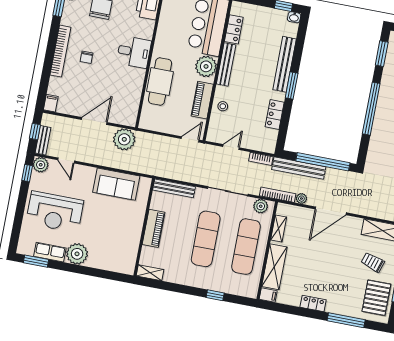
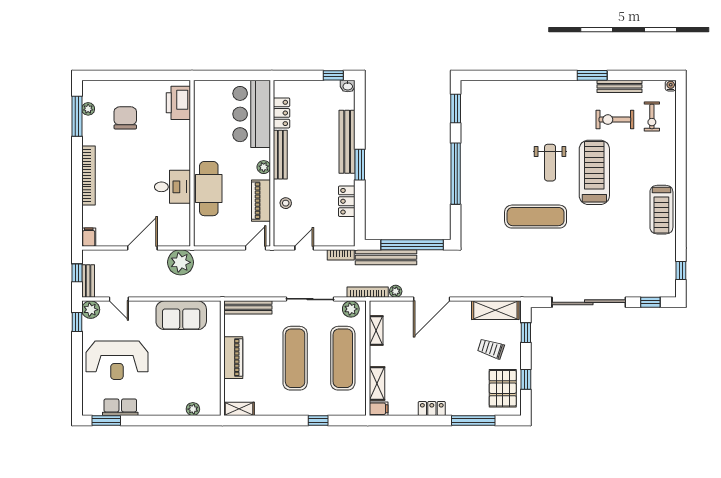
desk: (134, 52) -> (173, 187), moved
chair: (86, 57) -> (120, 177), removed
plant: (206, 66) -> (264, 167), width x0.53, depth x0.53
plant: (77, 254) -> (193, 409), moved, width x0.53, depth x0.53
shelving: (274, 267) -> (377, 383), width x0.67, depth x0.75

